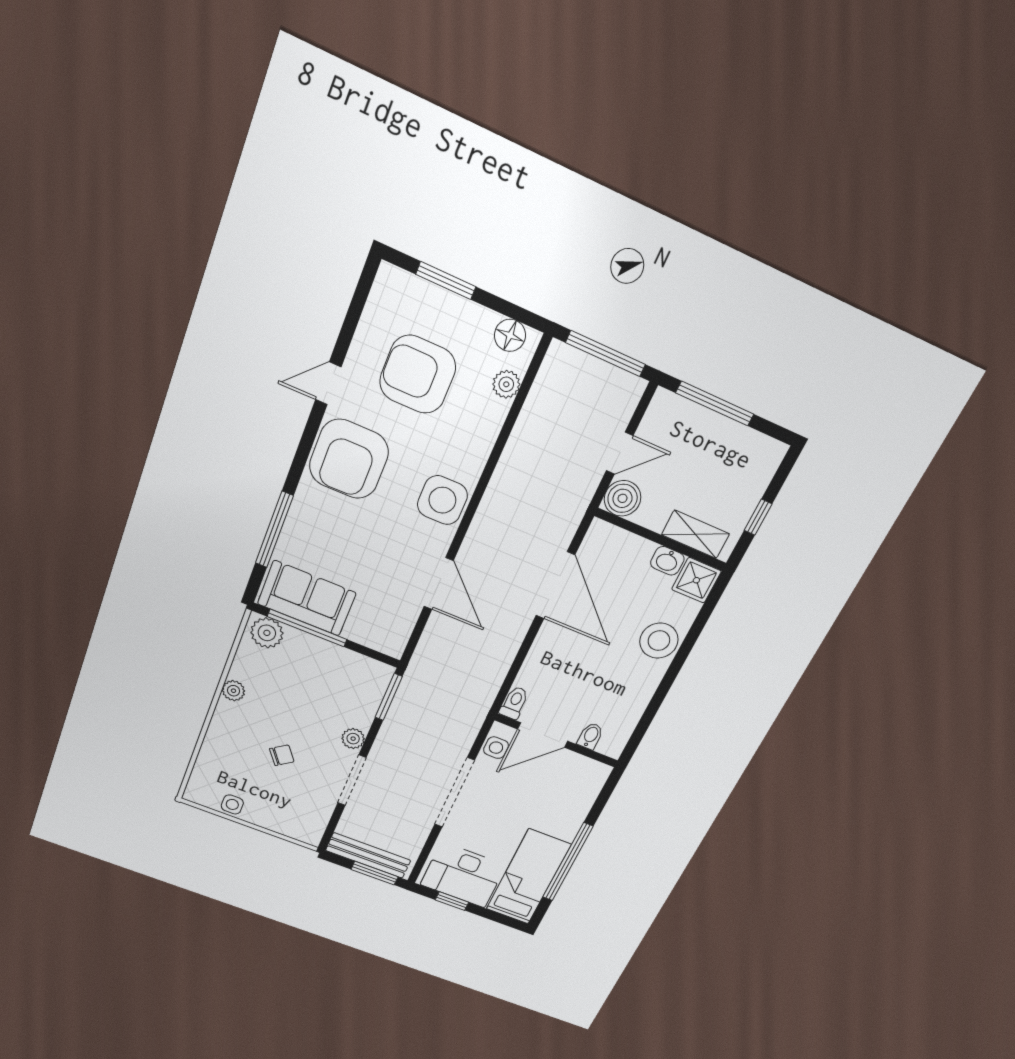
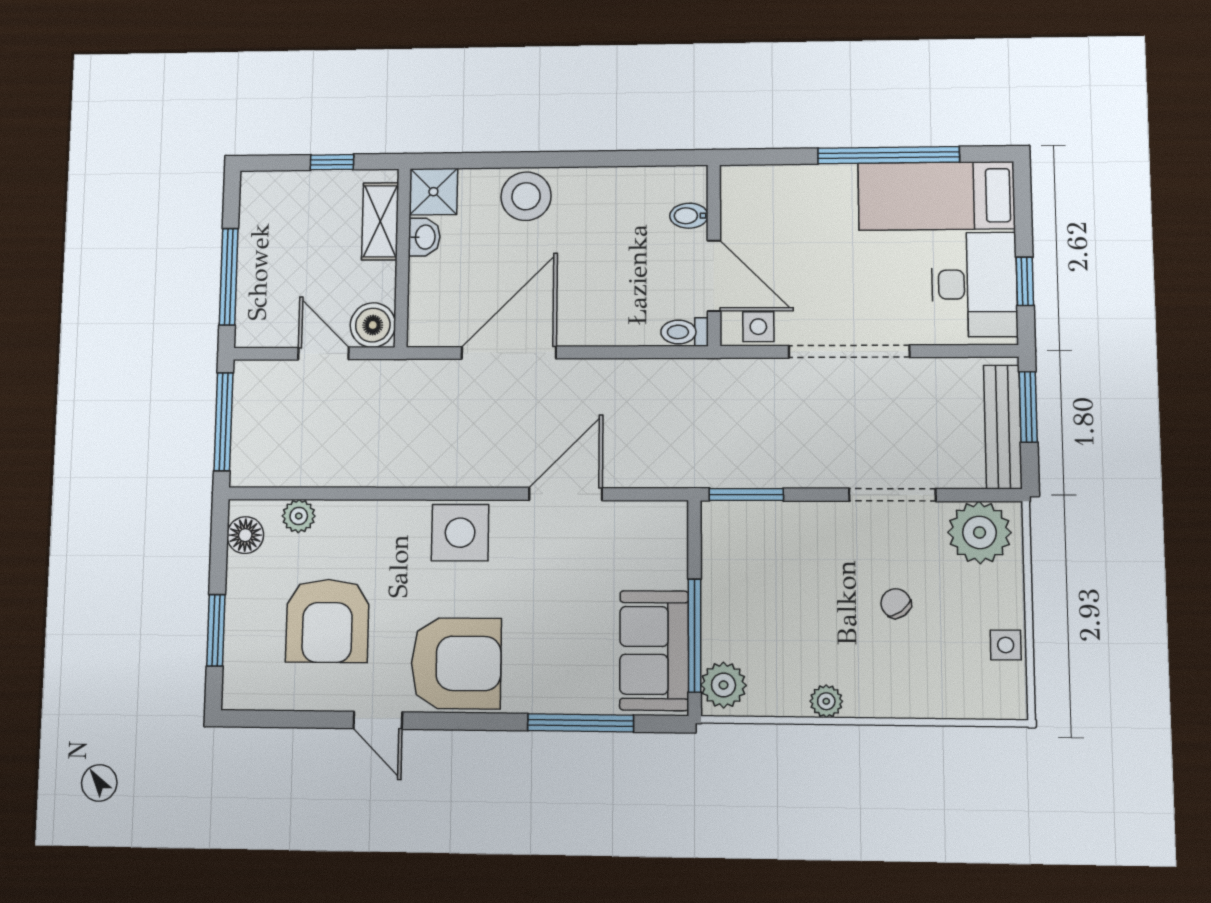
plant: (353, 739) -> (980, 532), moved, width x1.88, depth x1.88

